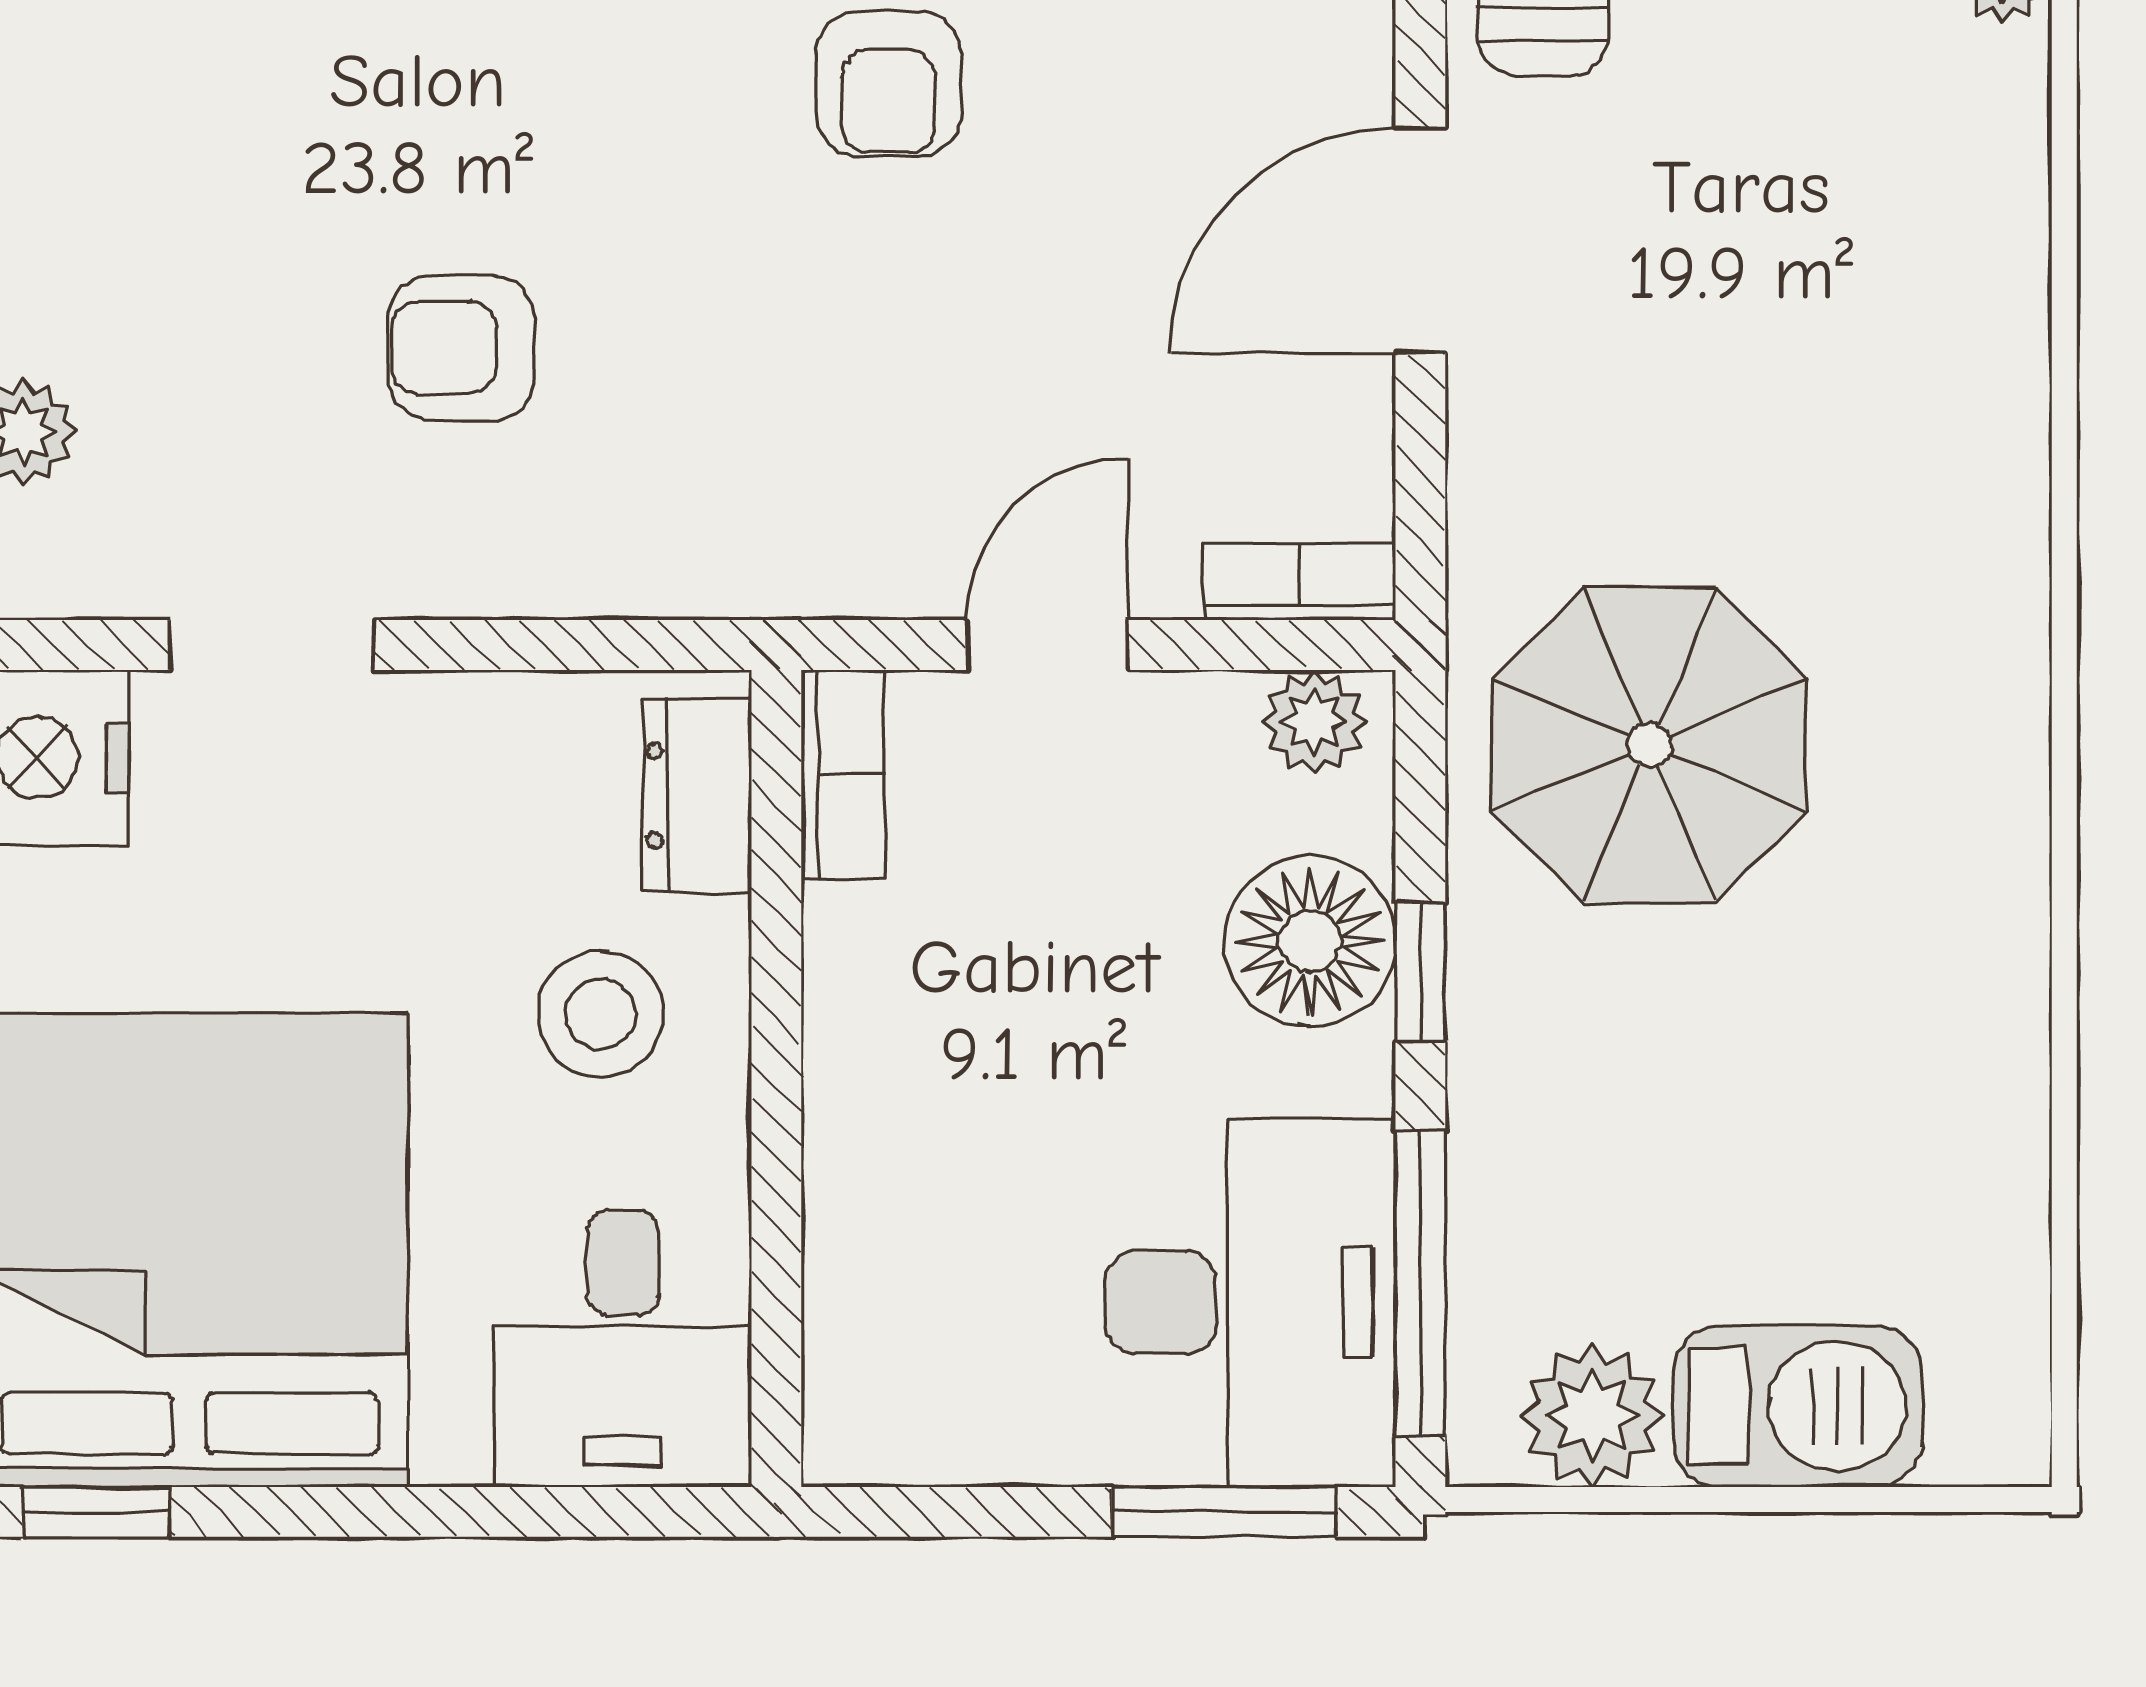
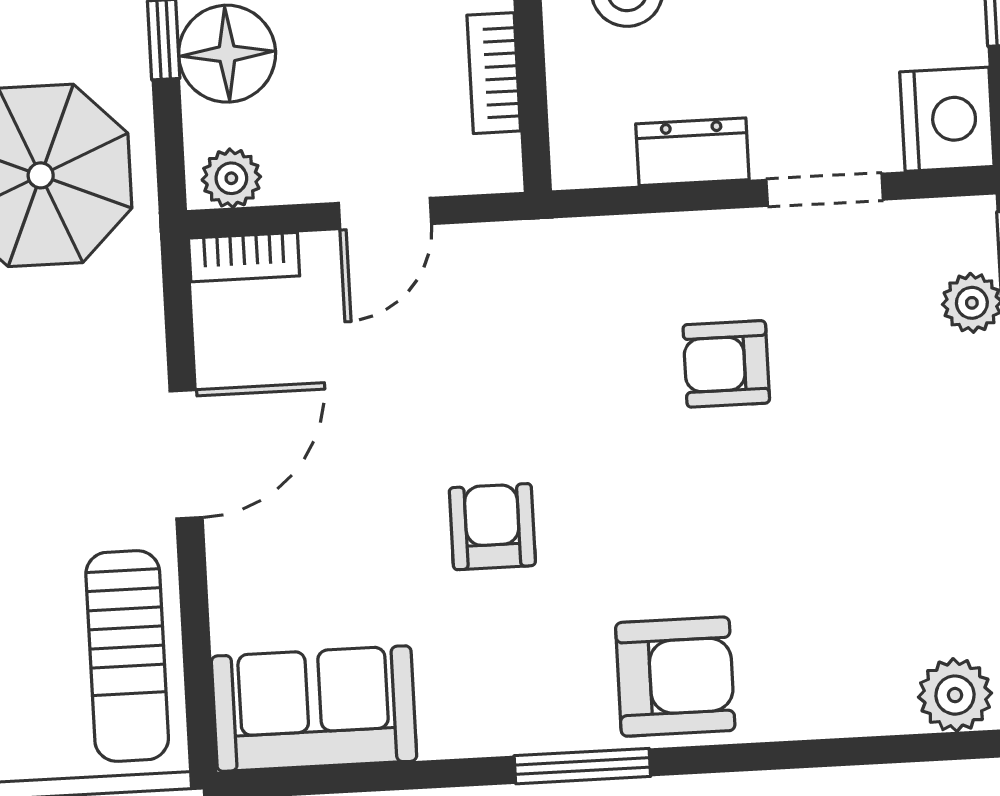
armchair: (461, 348) -> (726, 364), turned 180
bookcase: (843, 774) -> (494, 73), moved
dresser: (697, 796) -> (692, 152), moved, turned -90

